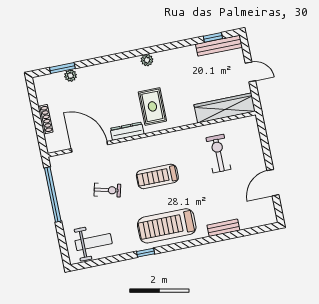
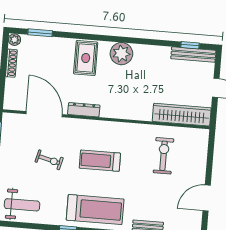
plant: (147, 60) -> (121, 54), width x1.87, depth x1.87
plant: (70, 76) -> (14, 40), moved
rug: (152, 106) -> (86, 58), moved
shoe rack: (45, 119) -> (11, 63), moved
treadmill: (167, 226) -> (95, 210), turned 180

